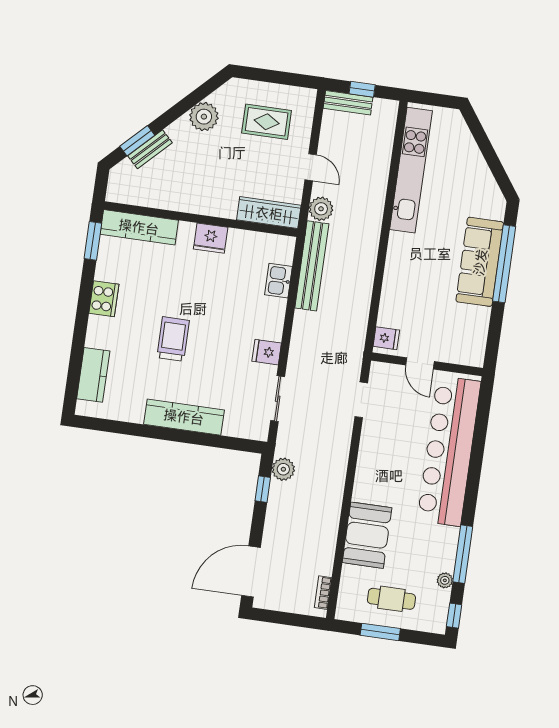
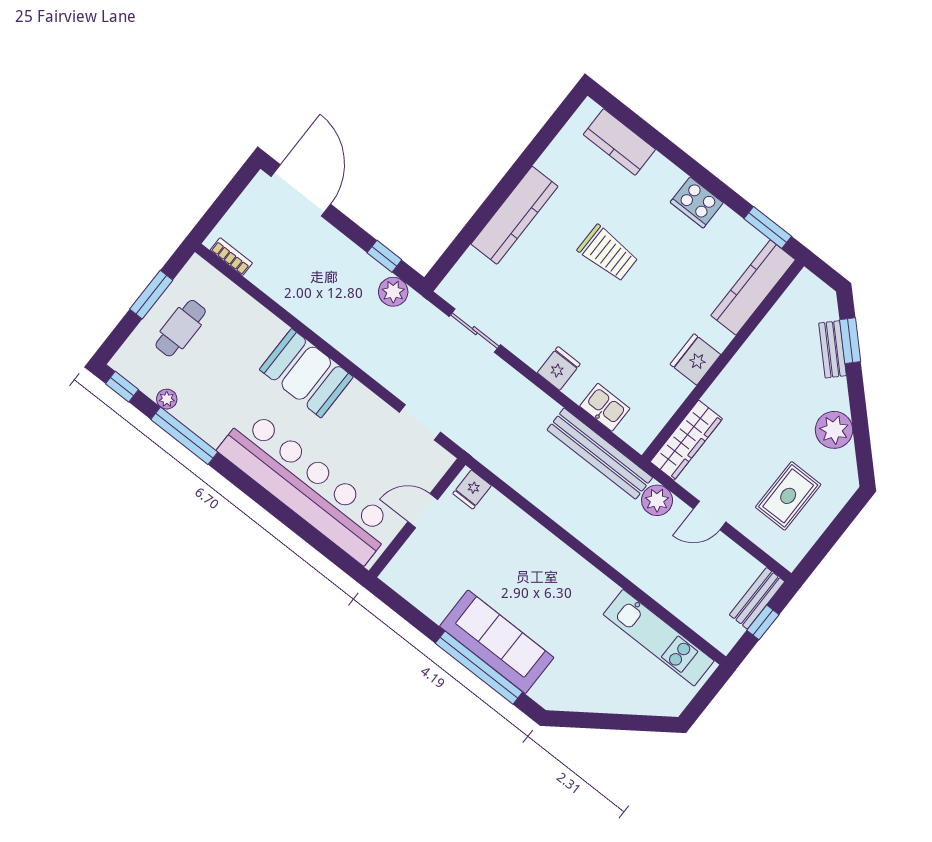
kitchen unit: (411, 170) -> (659, 638), width x0.73
fridge: (267, 352) -> (559, 368), moved
booth: (367, 535) -> (306, 373), moved

